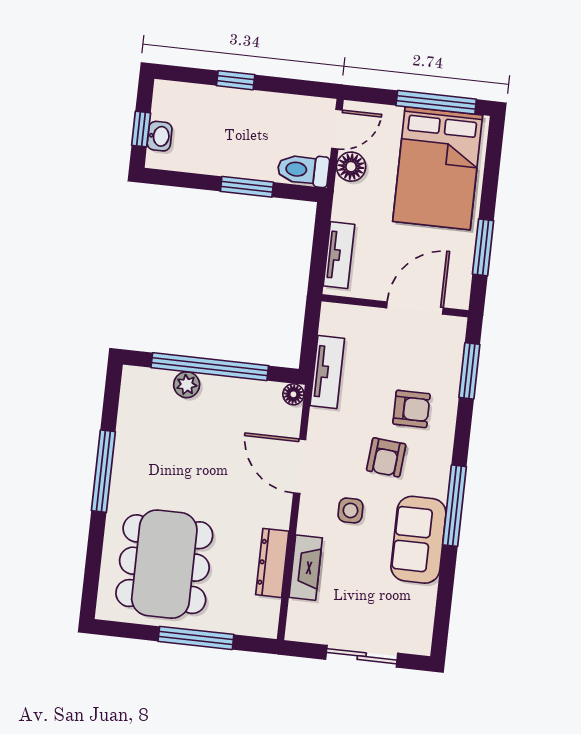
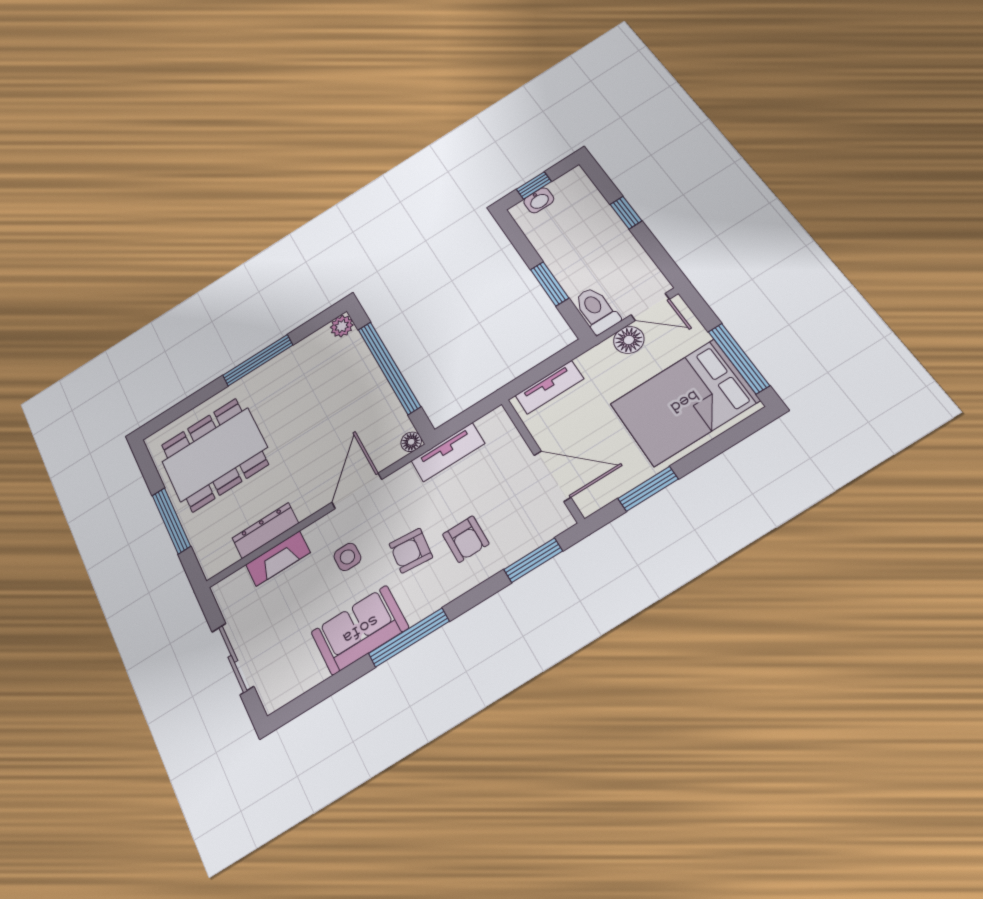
plant: (187, 385) -> (342, 326), moved

